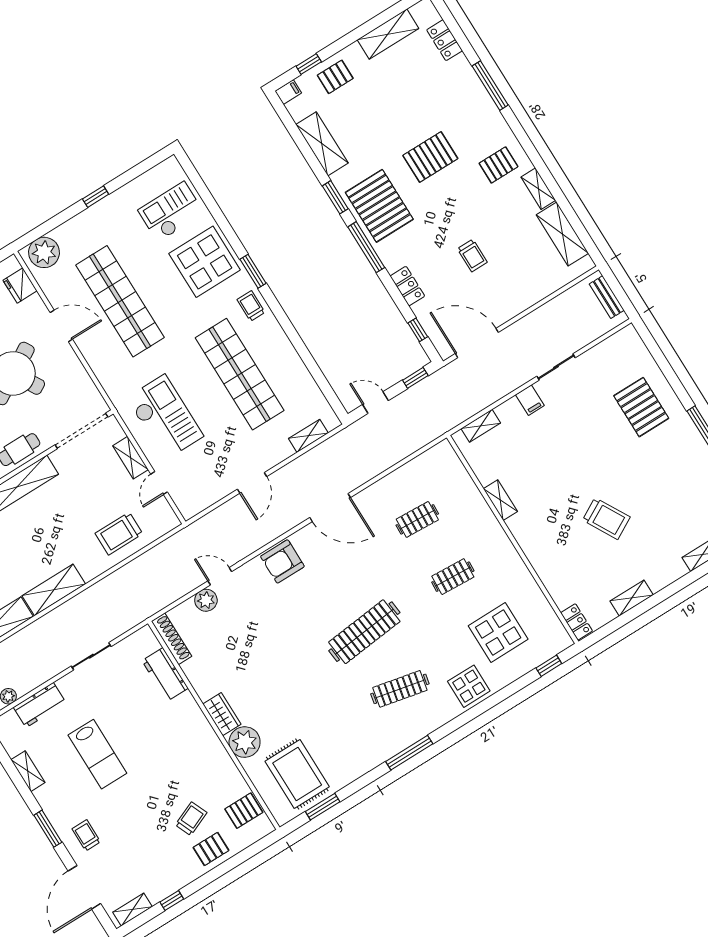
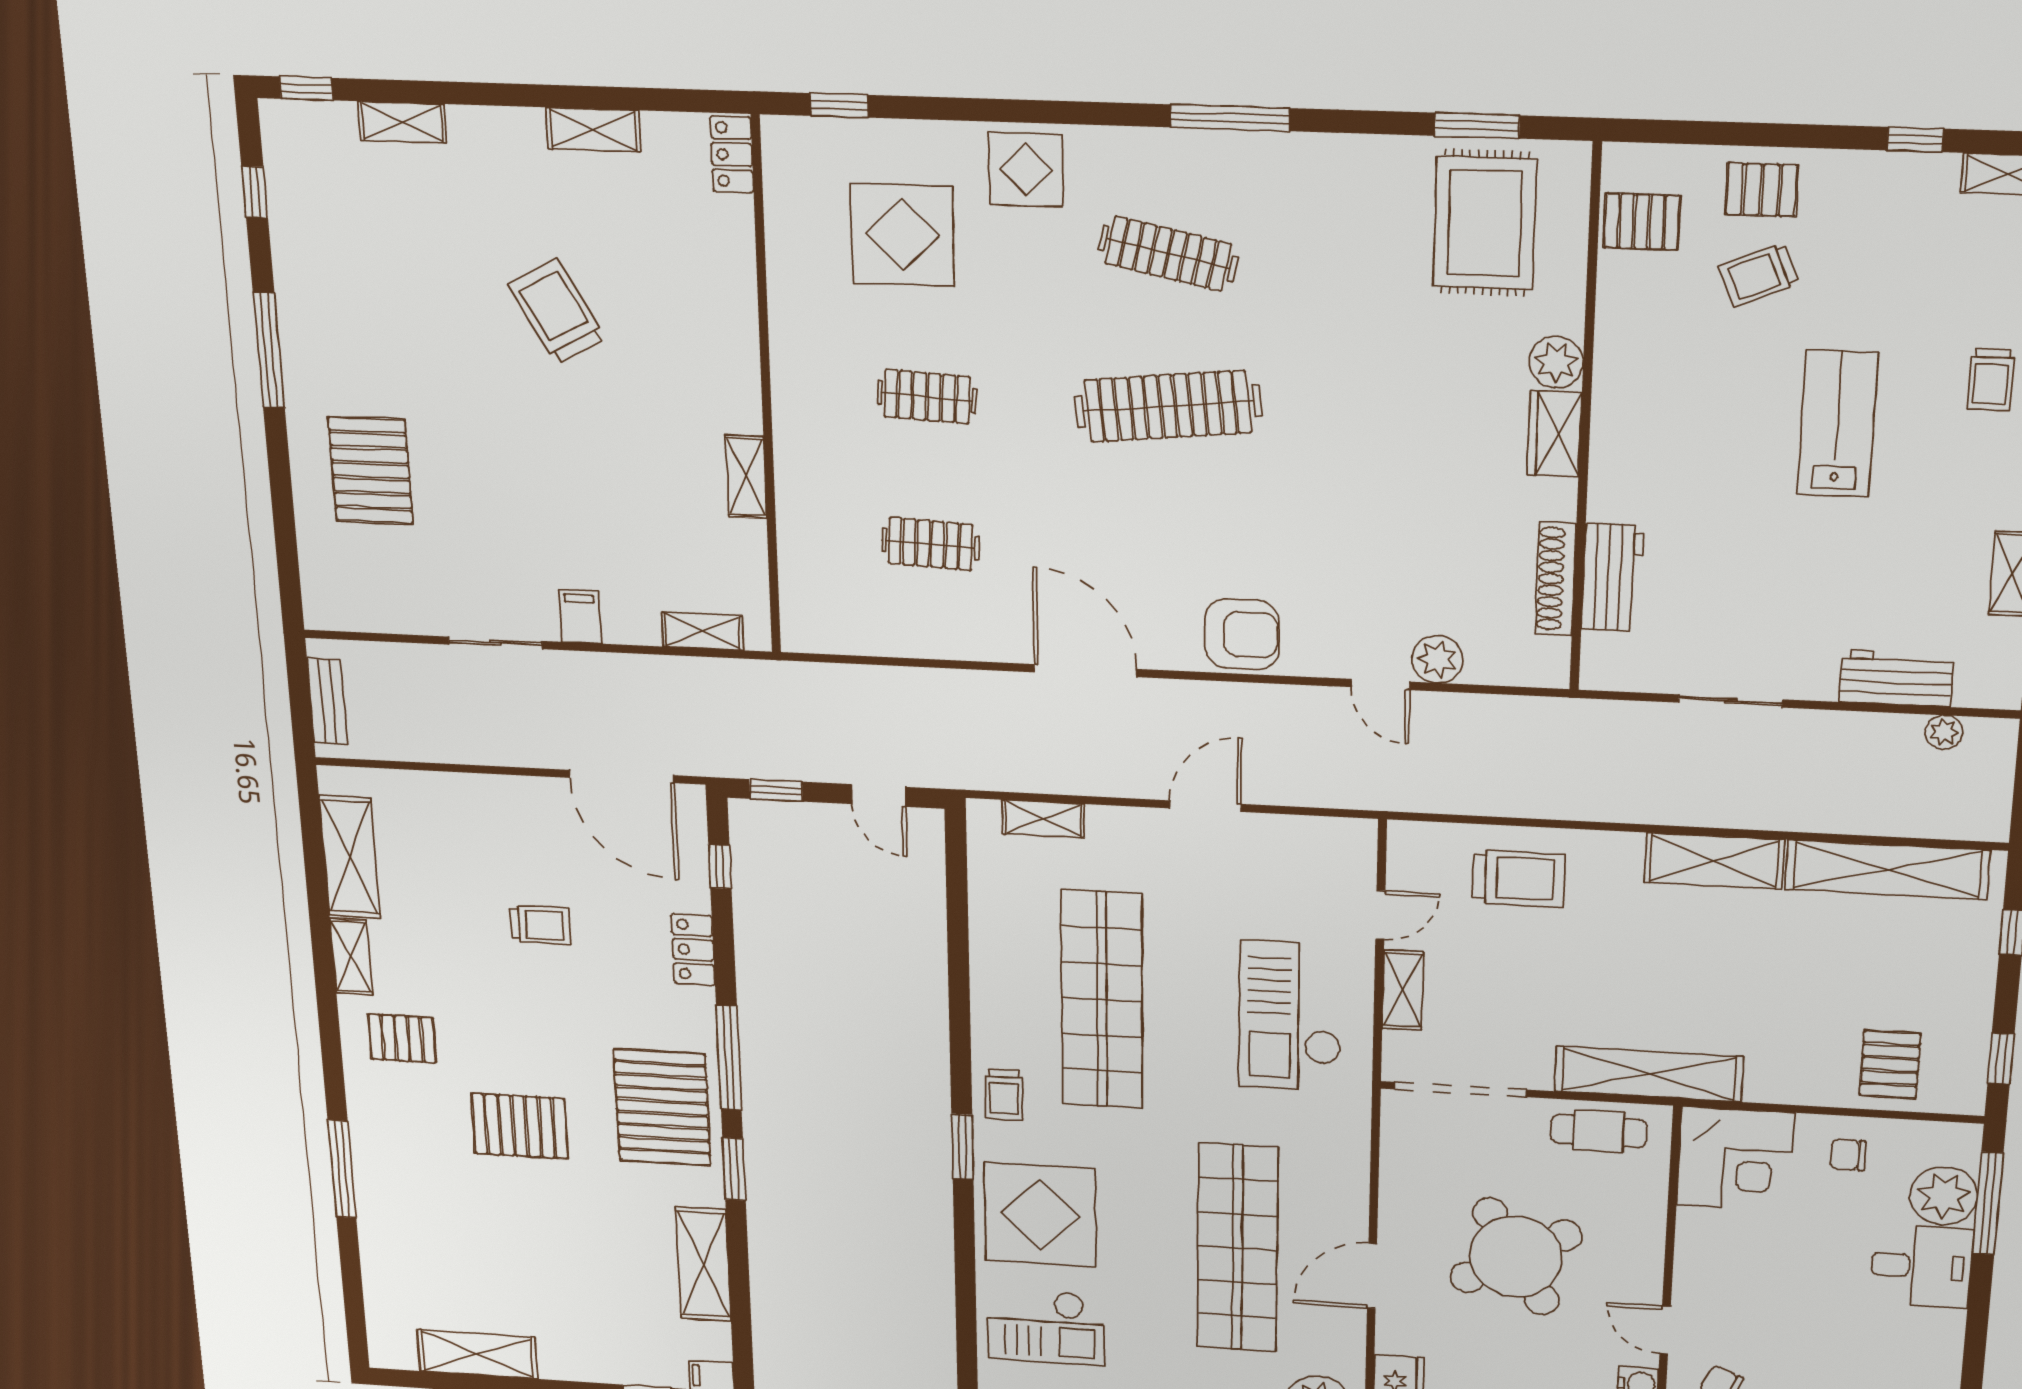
locker: (445, 40) -> (382, 1285), removed
pallet: (335, 77) -> (613, 1348), removed
trolley: (472, 255) -> (540, 925), turned 90
door: (61, 326) -> (1372, 1276), hinge flipped
shoe rack: (172, 639) -> (1556, 579), moved
plant: (245, 742) -> (1556, 362), width x0.73, depth x0.73
lab bench: (97, 754) -> (1837, 424), moved

